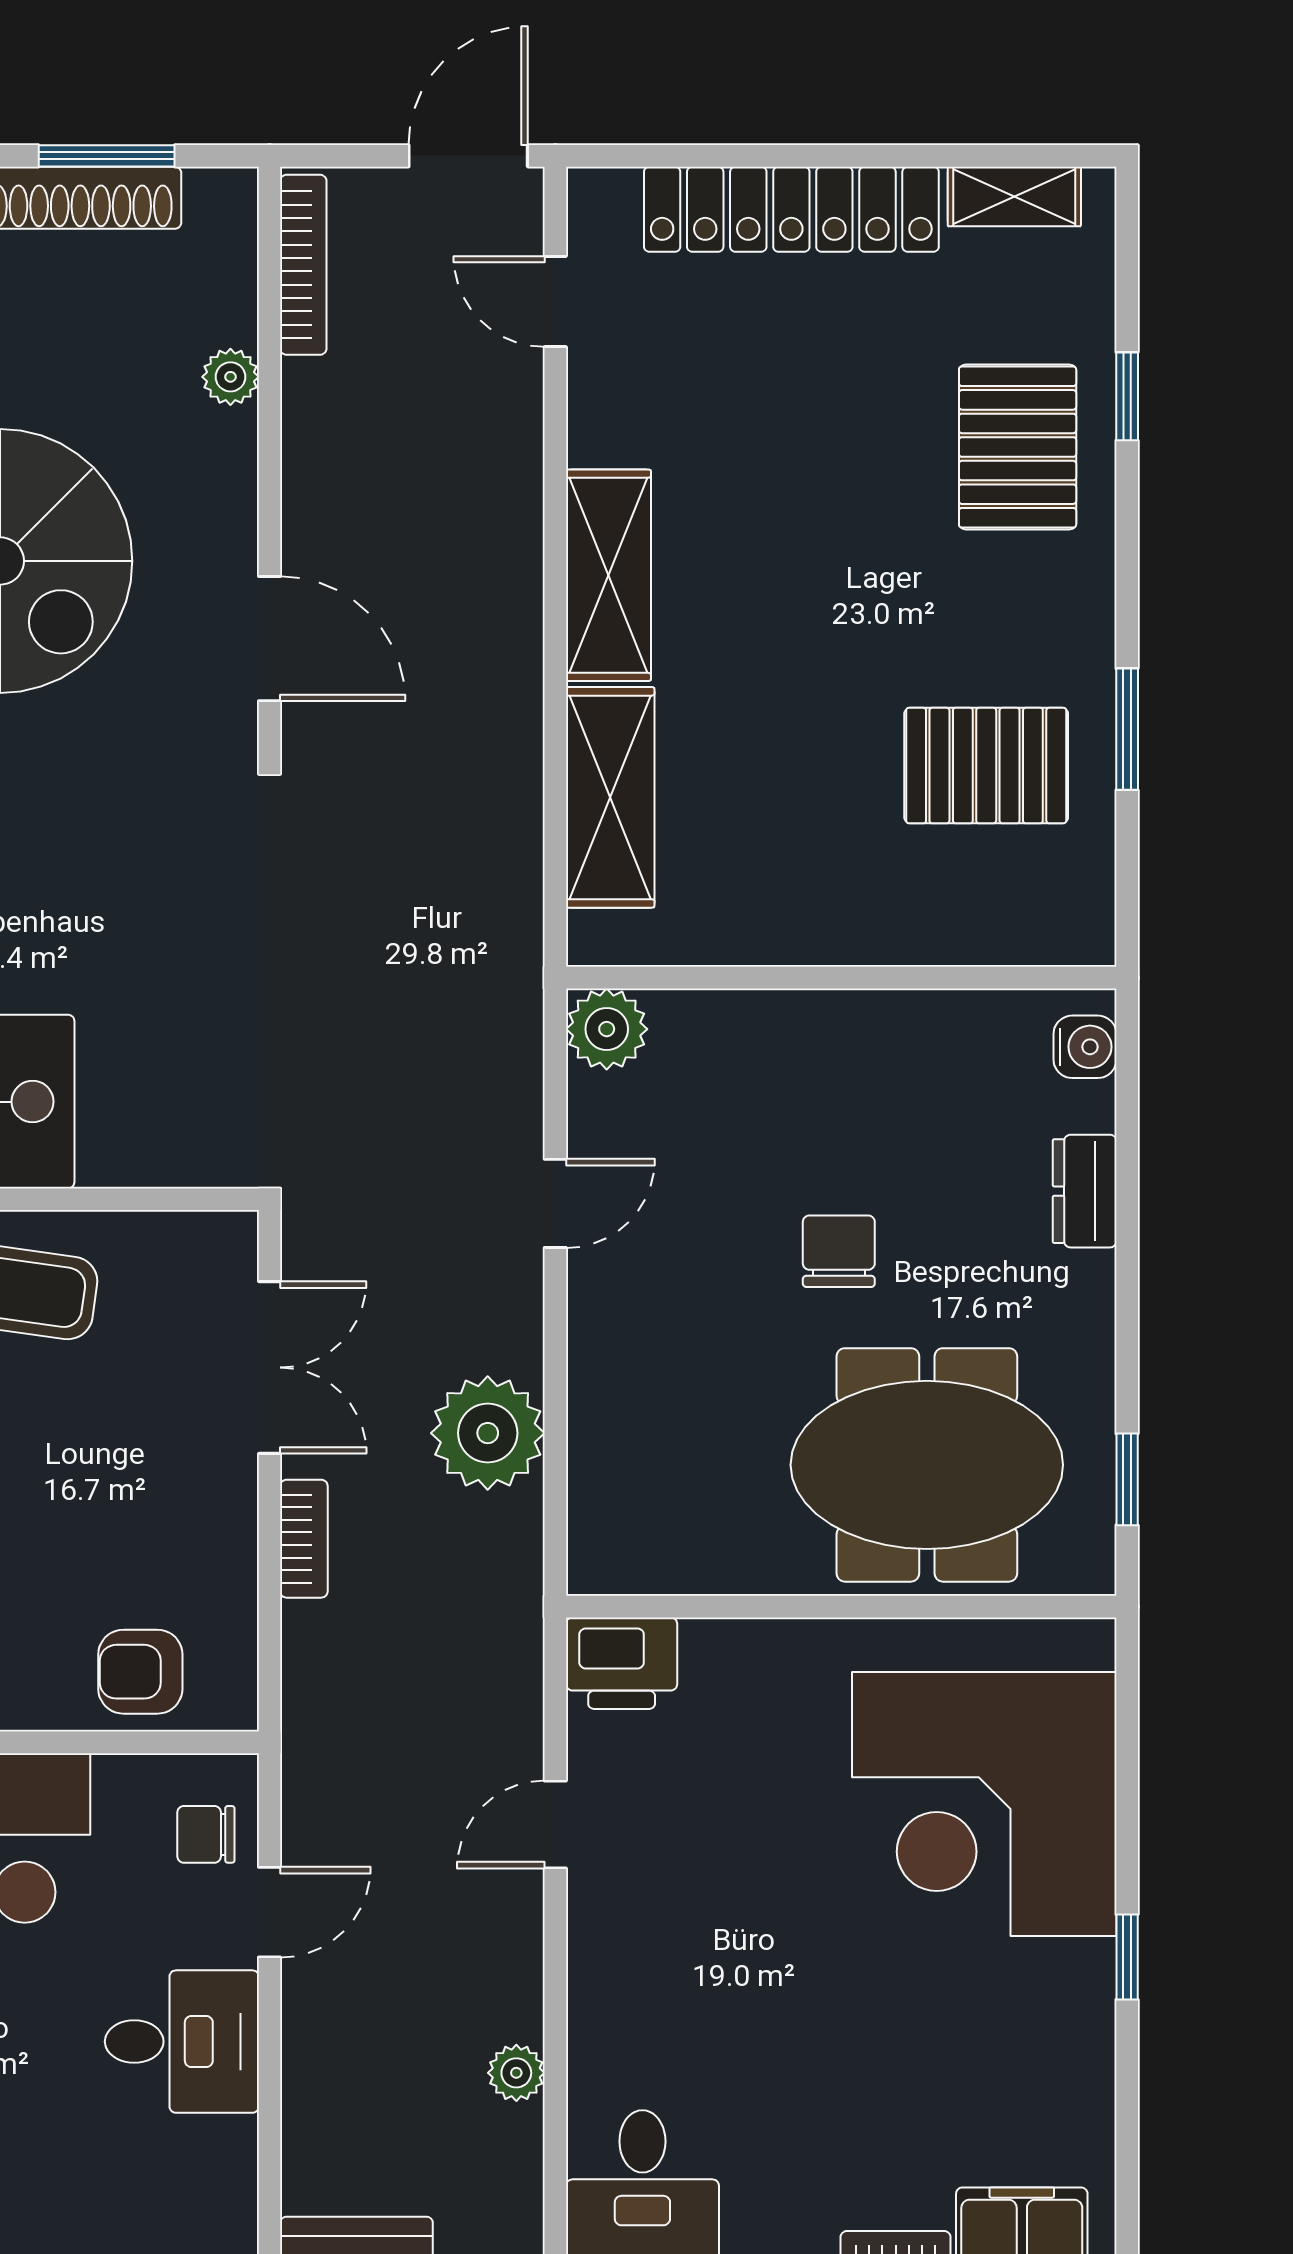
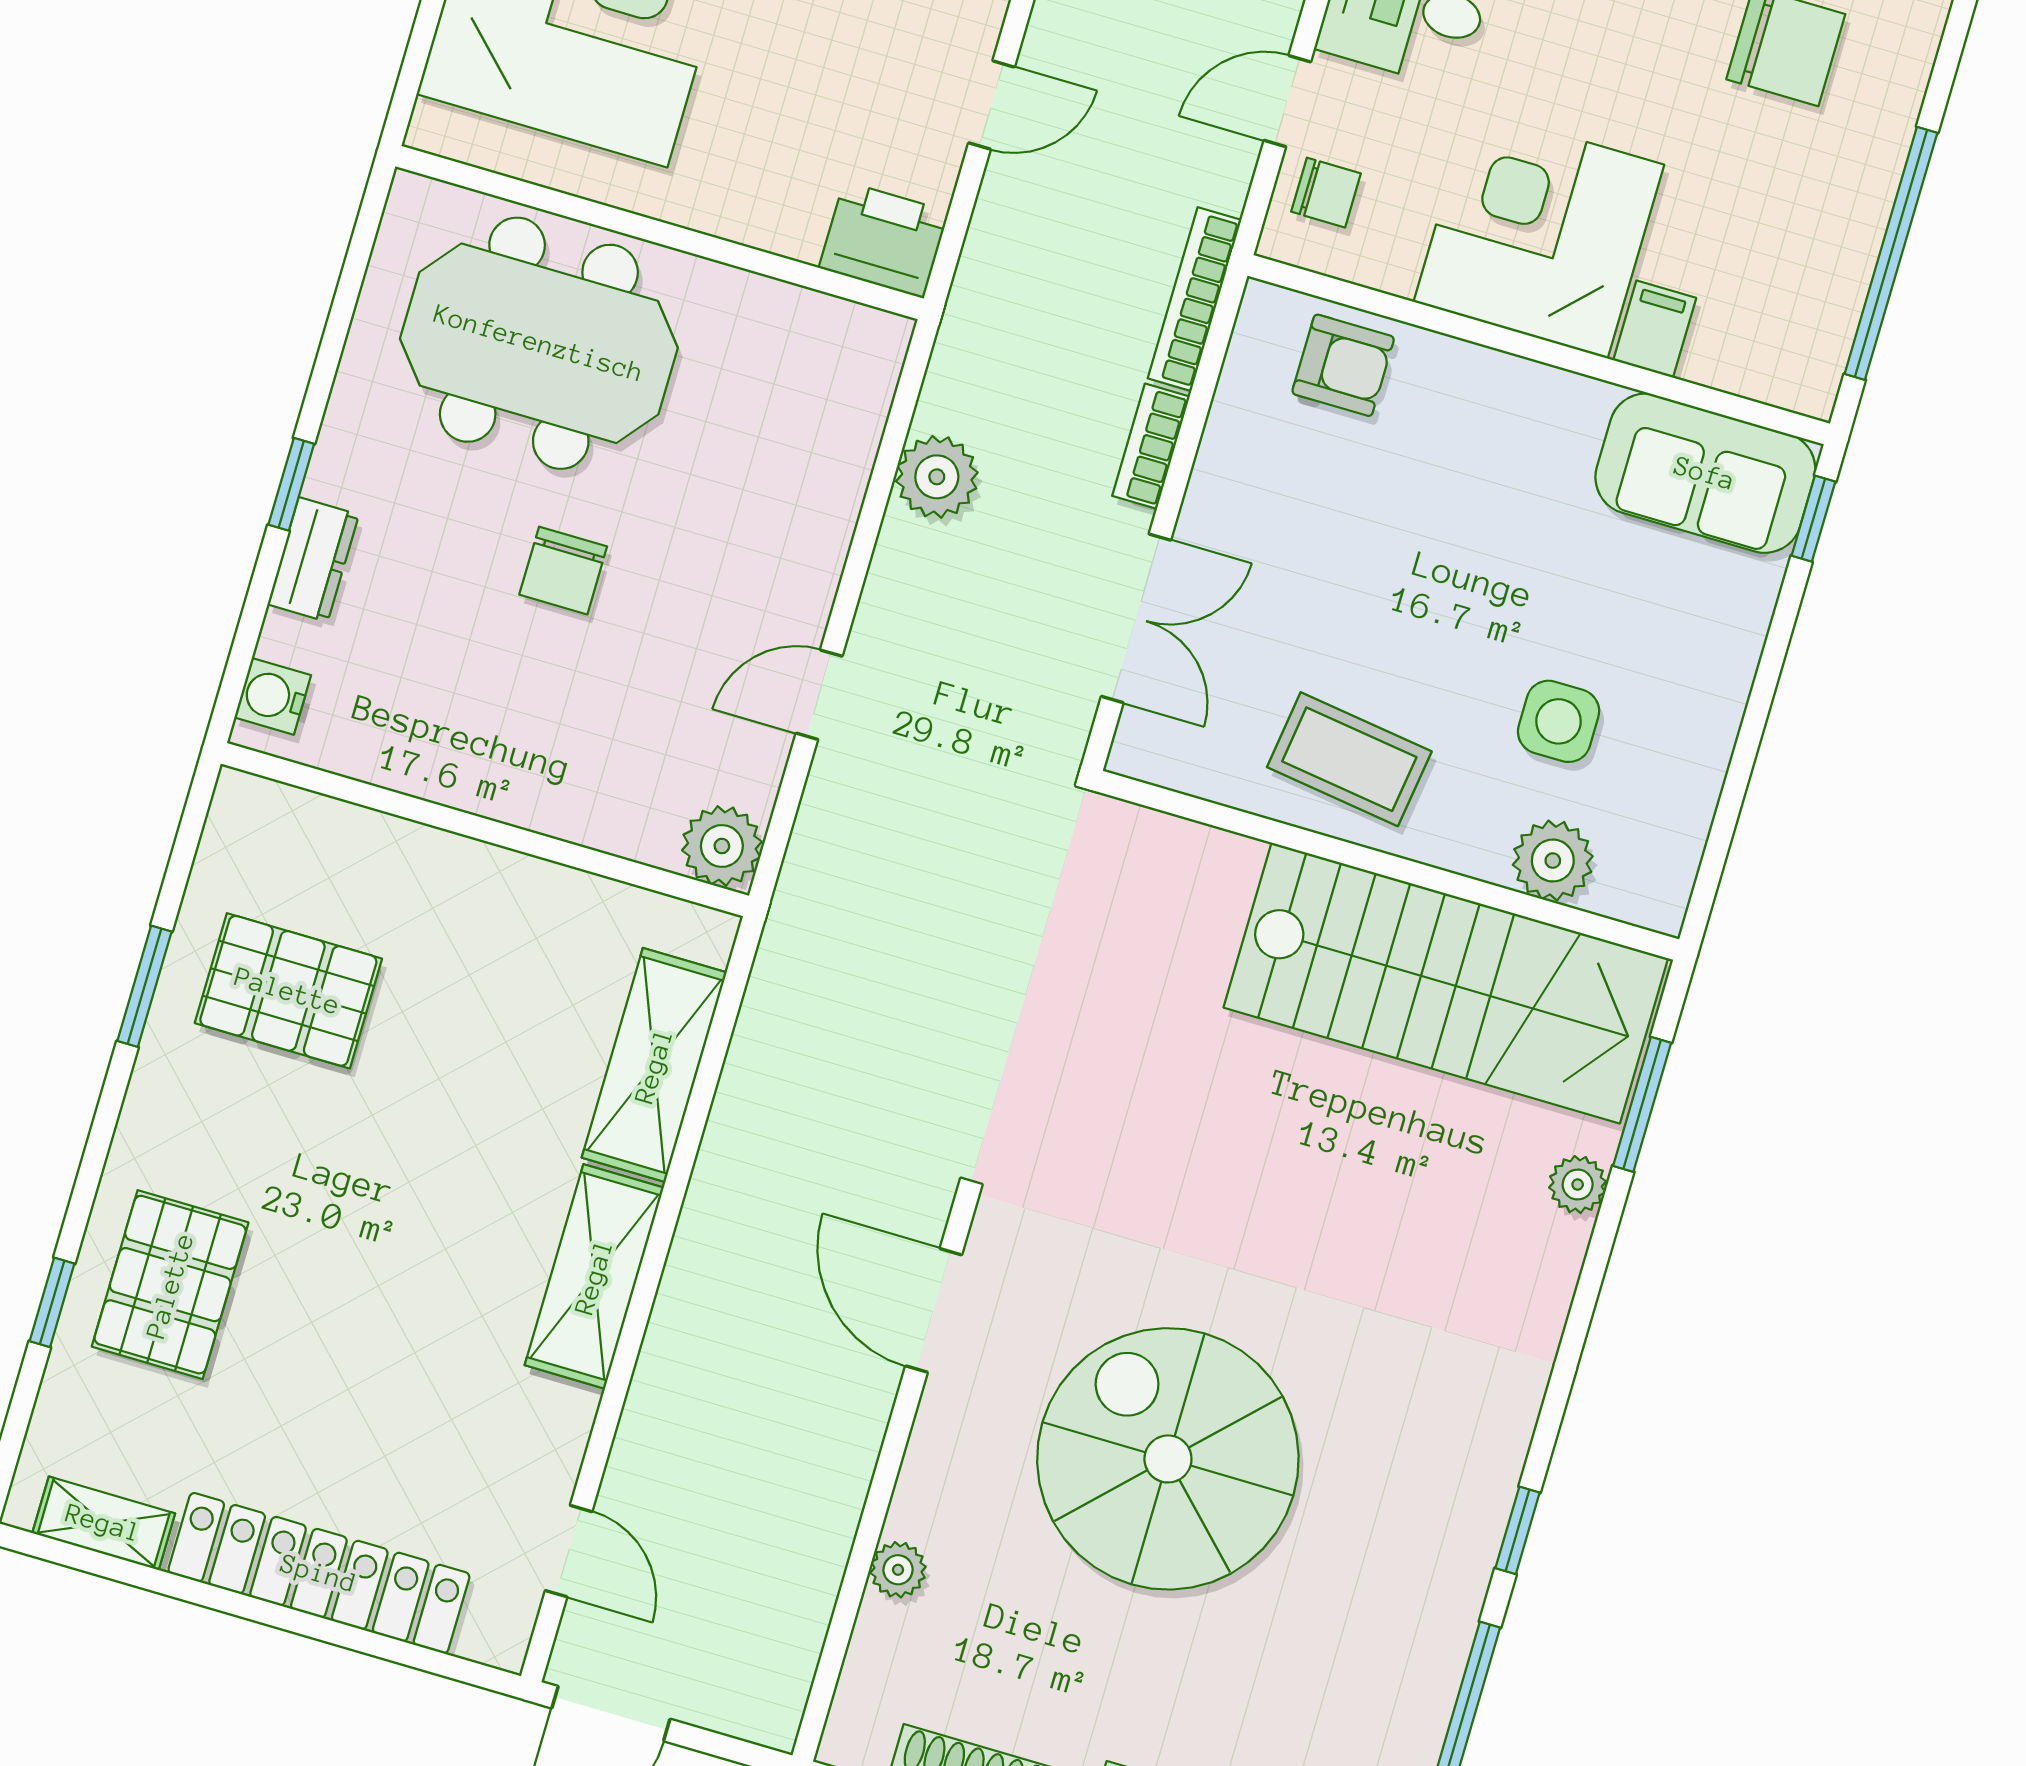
bookcase: (303, 265) -> (1195, 299), moved
double door: (269, 1367) -> (1136, 618), swing flipped
plant: (488, 1433) -> (937, 477), width x0.73, depth x0.73
window: (1127, 1479) -> (291, 484), moved

